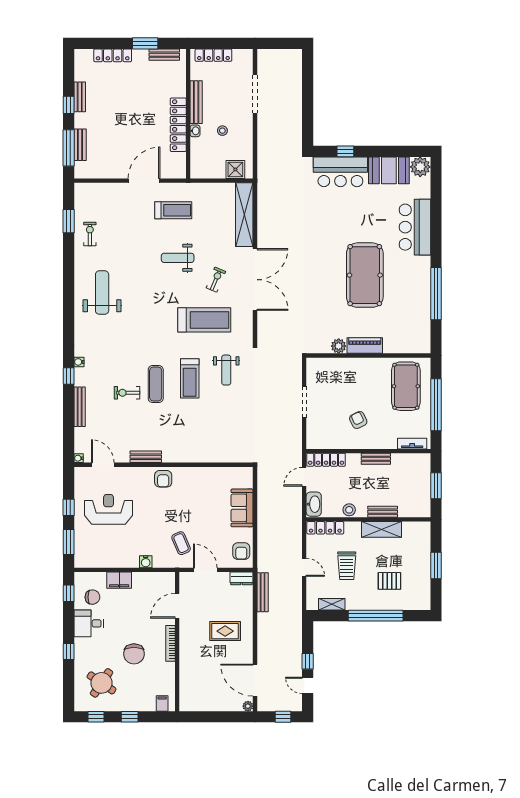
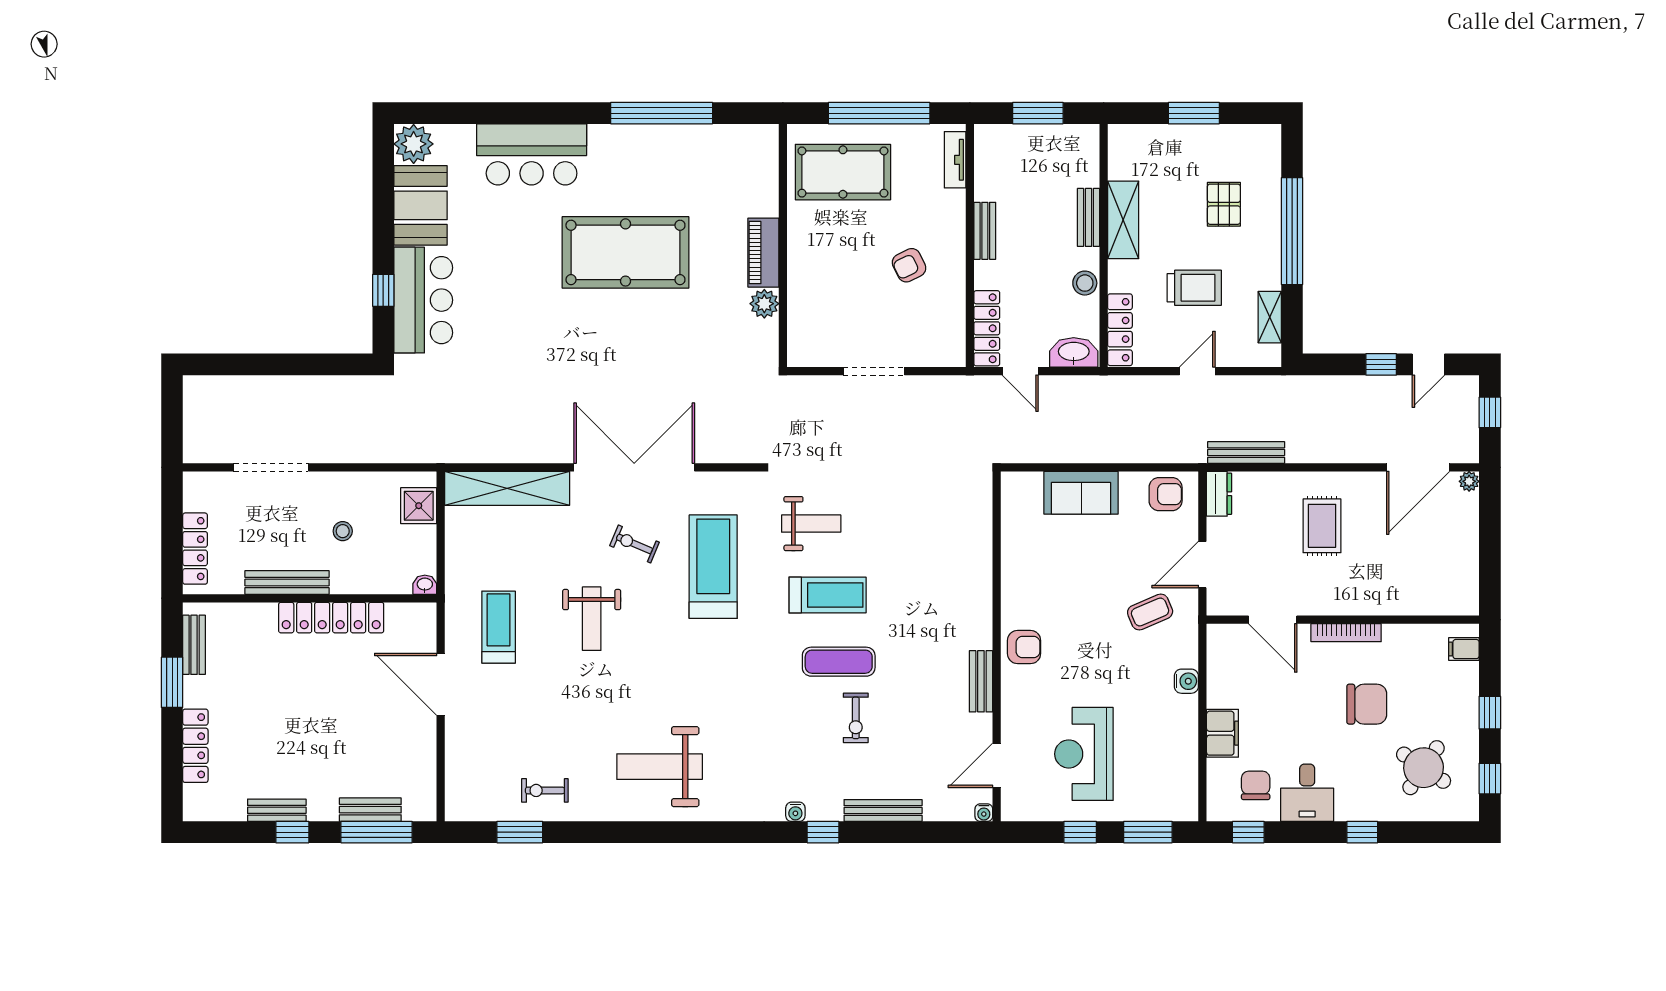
washbasin: (195, 131) -> (425, 585), moved

